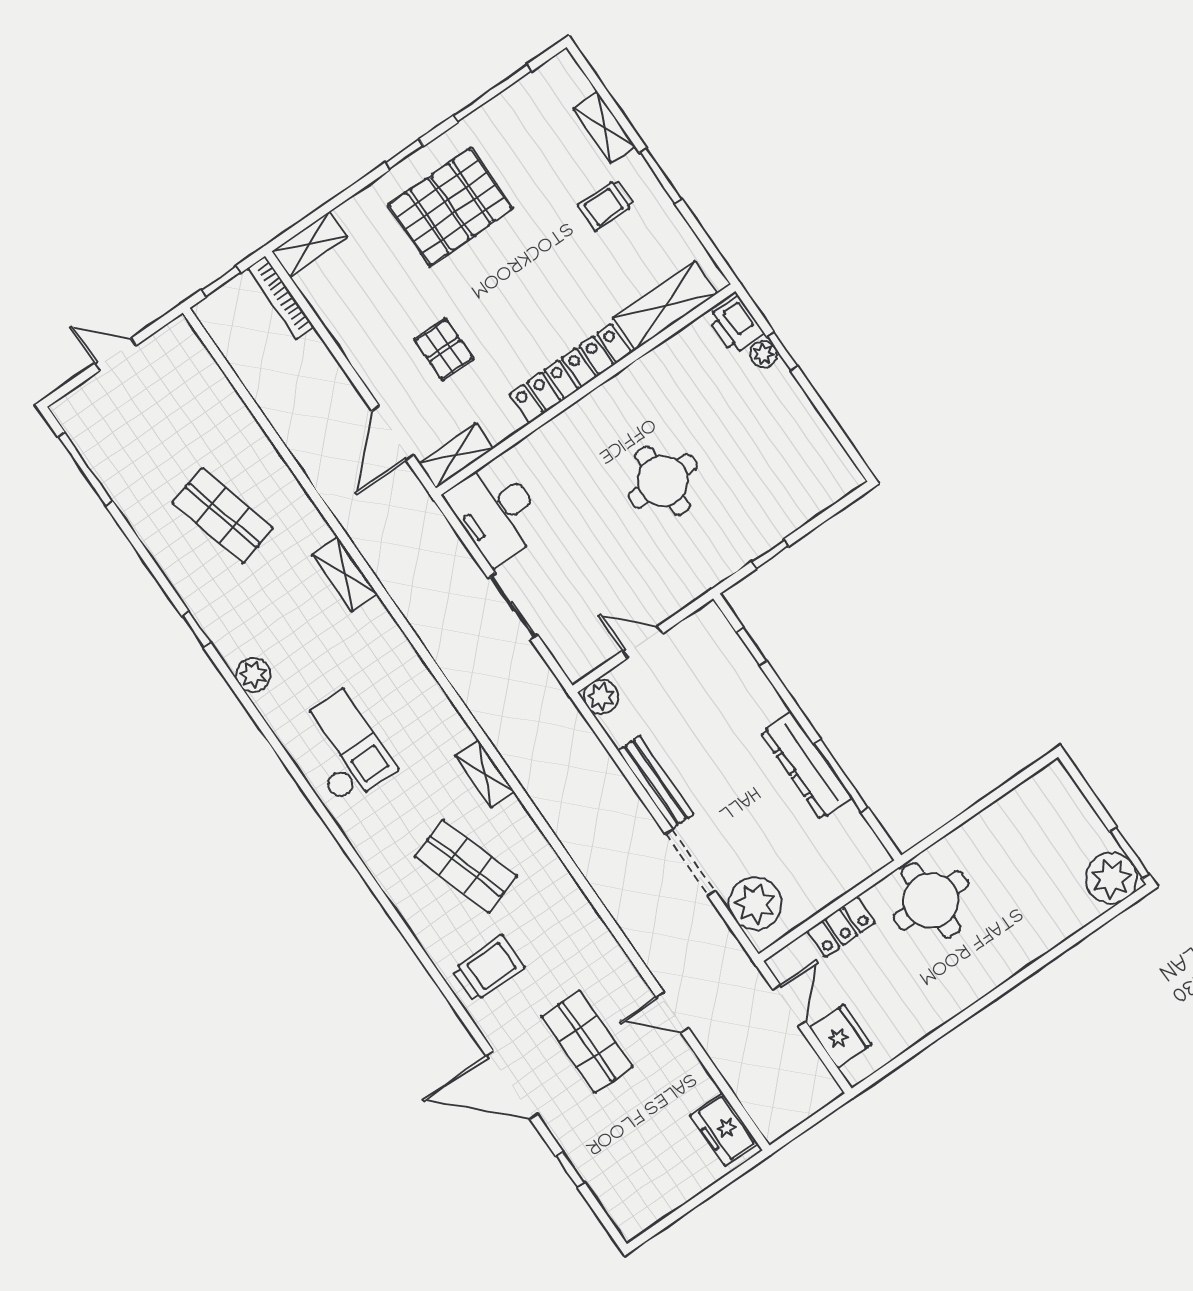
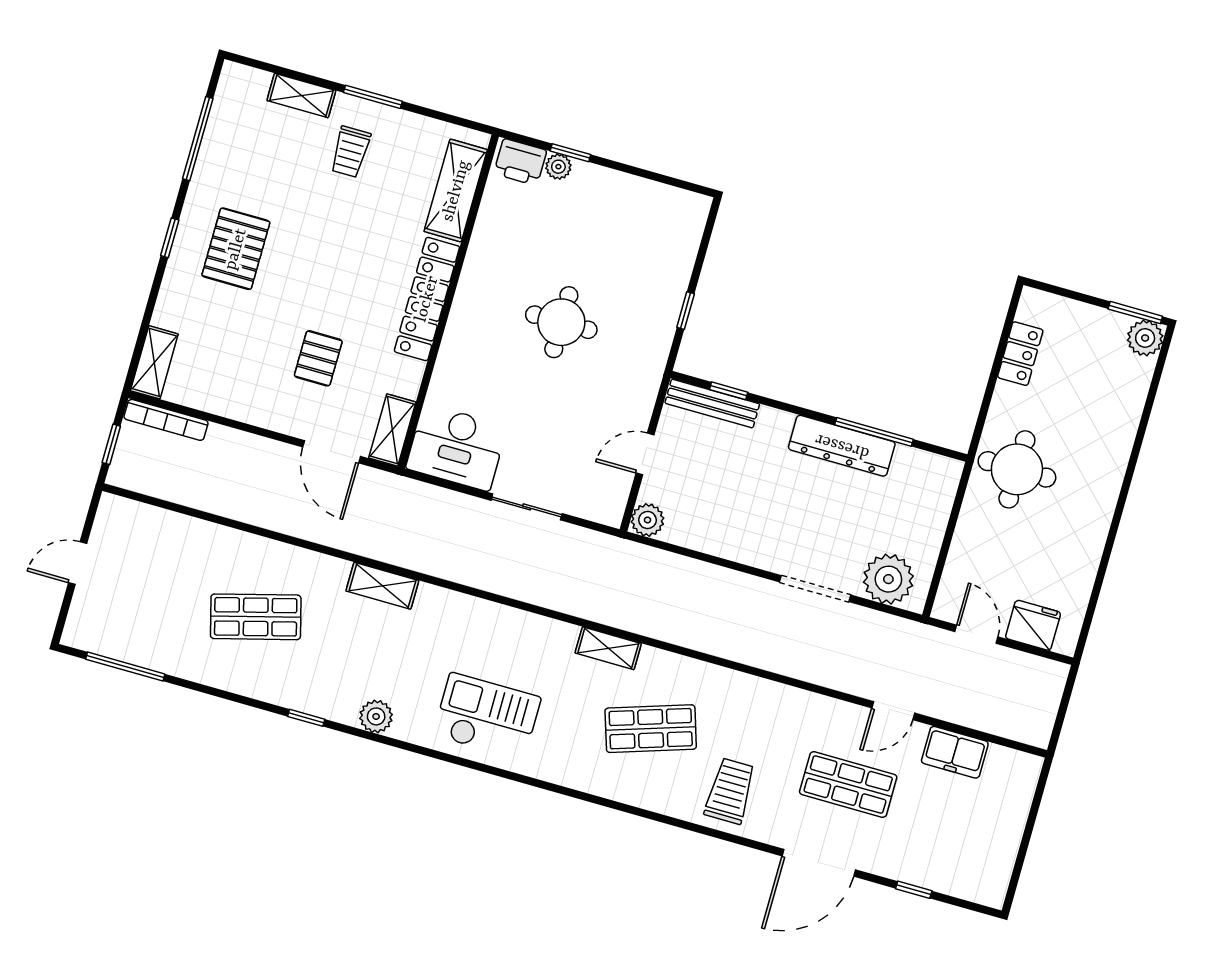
pallet: (450, 207) -> (236, 249), width x0.73, depth x0.71
pallet: (444, 349) -> (318, 358), turned 90
bench: (656, 782) -> (712, 403), moved
plant: (1111, 878) -> (1145, 338), width x0.73, depth x0.73
locker: (841, 927) -> (1020, 354), moved
freezer: (724, 1129) -> (955, 752), moved

